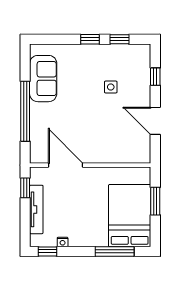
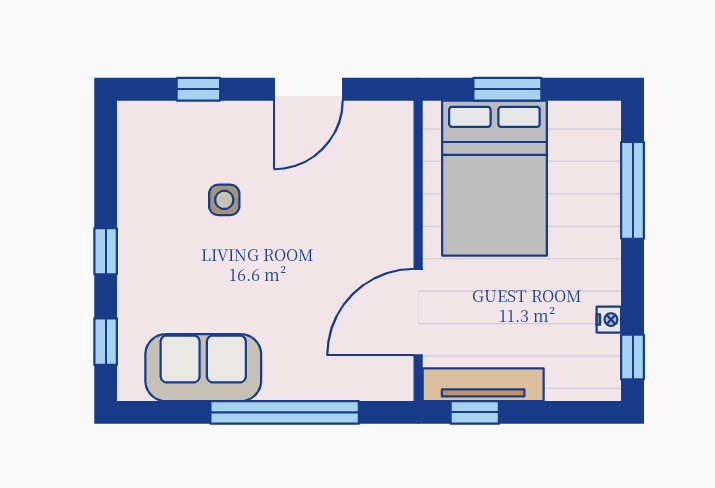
window: (120, 39) -> (106, 342), moved
tv unit: (36, 209) -> (483, 385), moved
bed: (130, 216) -> (494, 178), moved, turned -90

